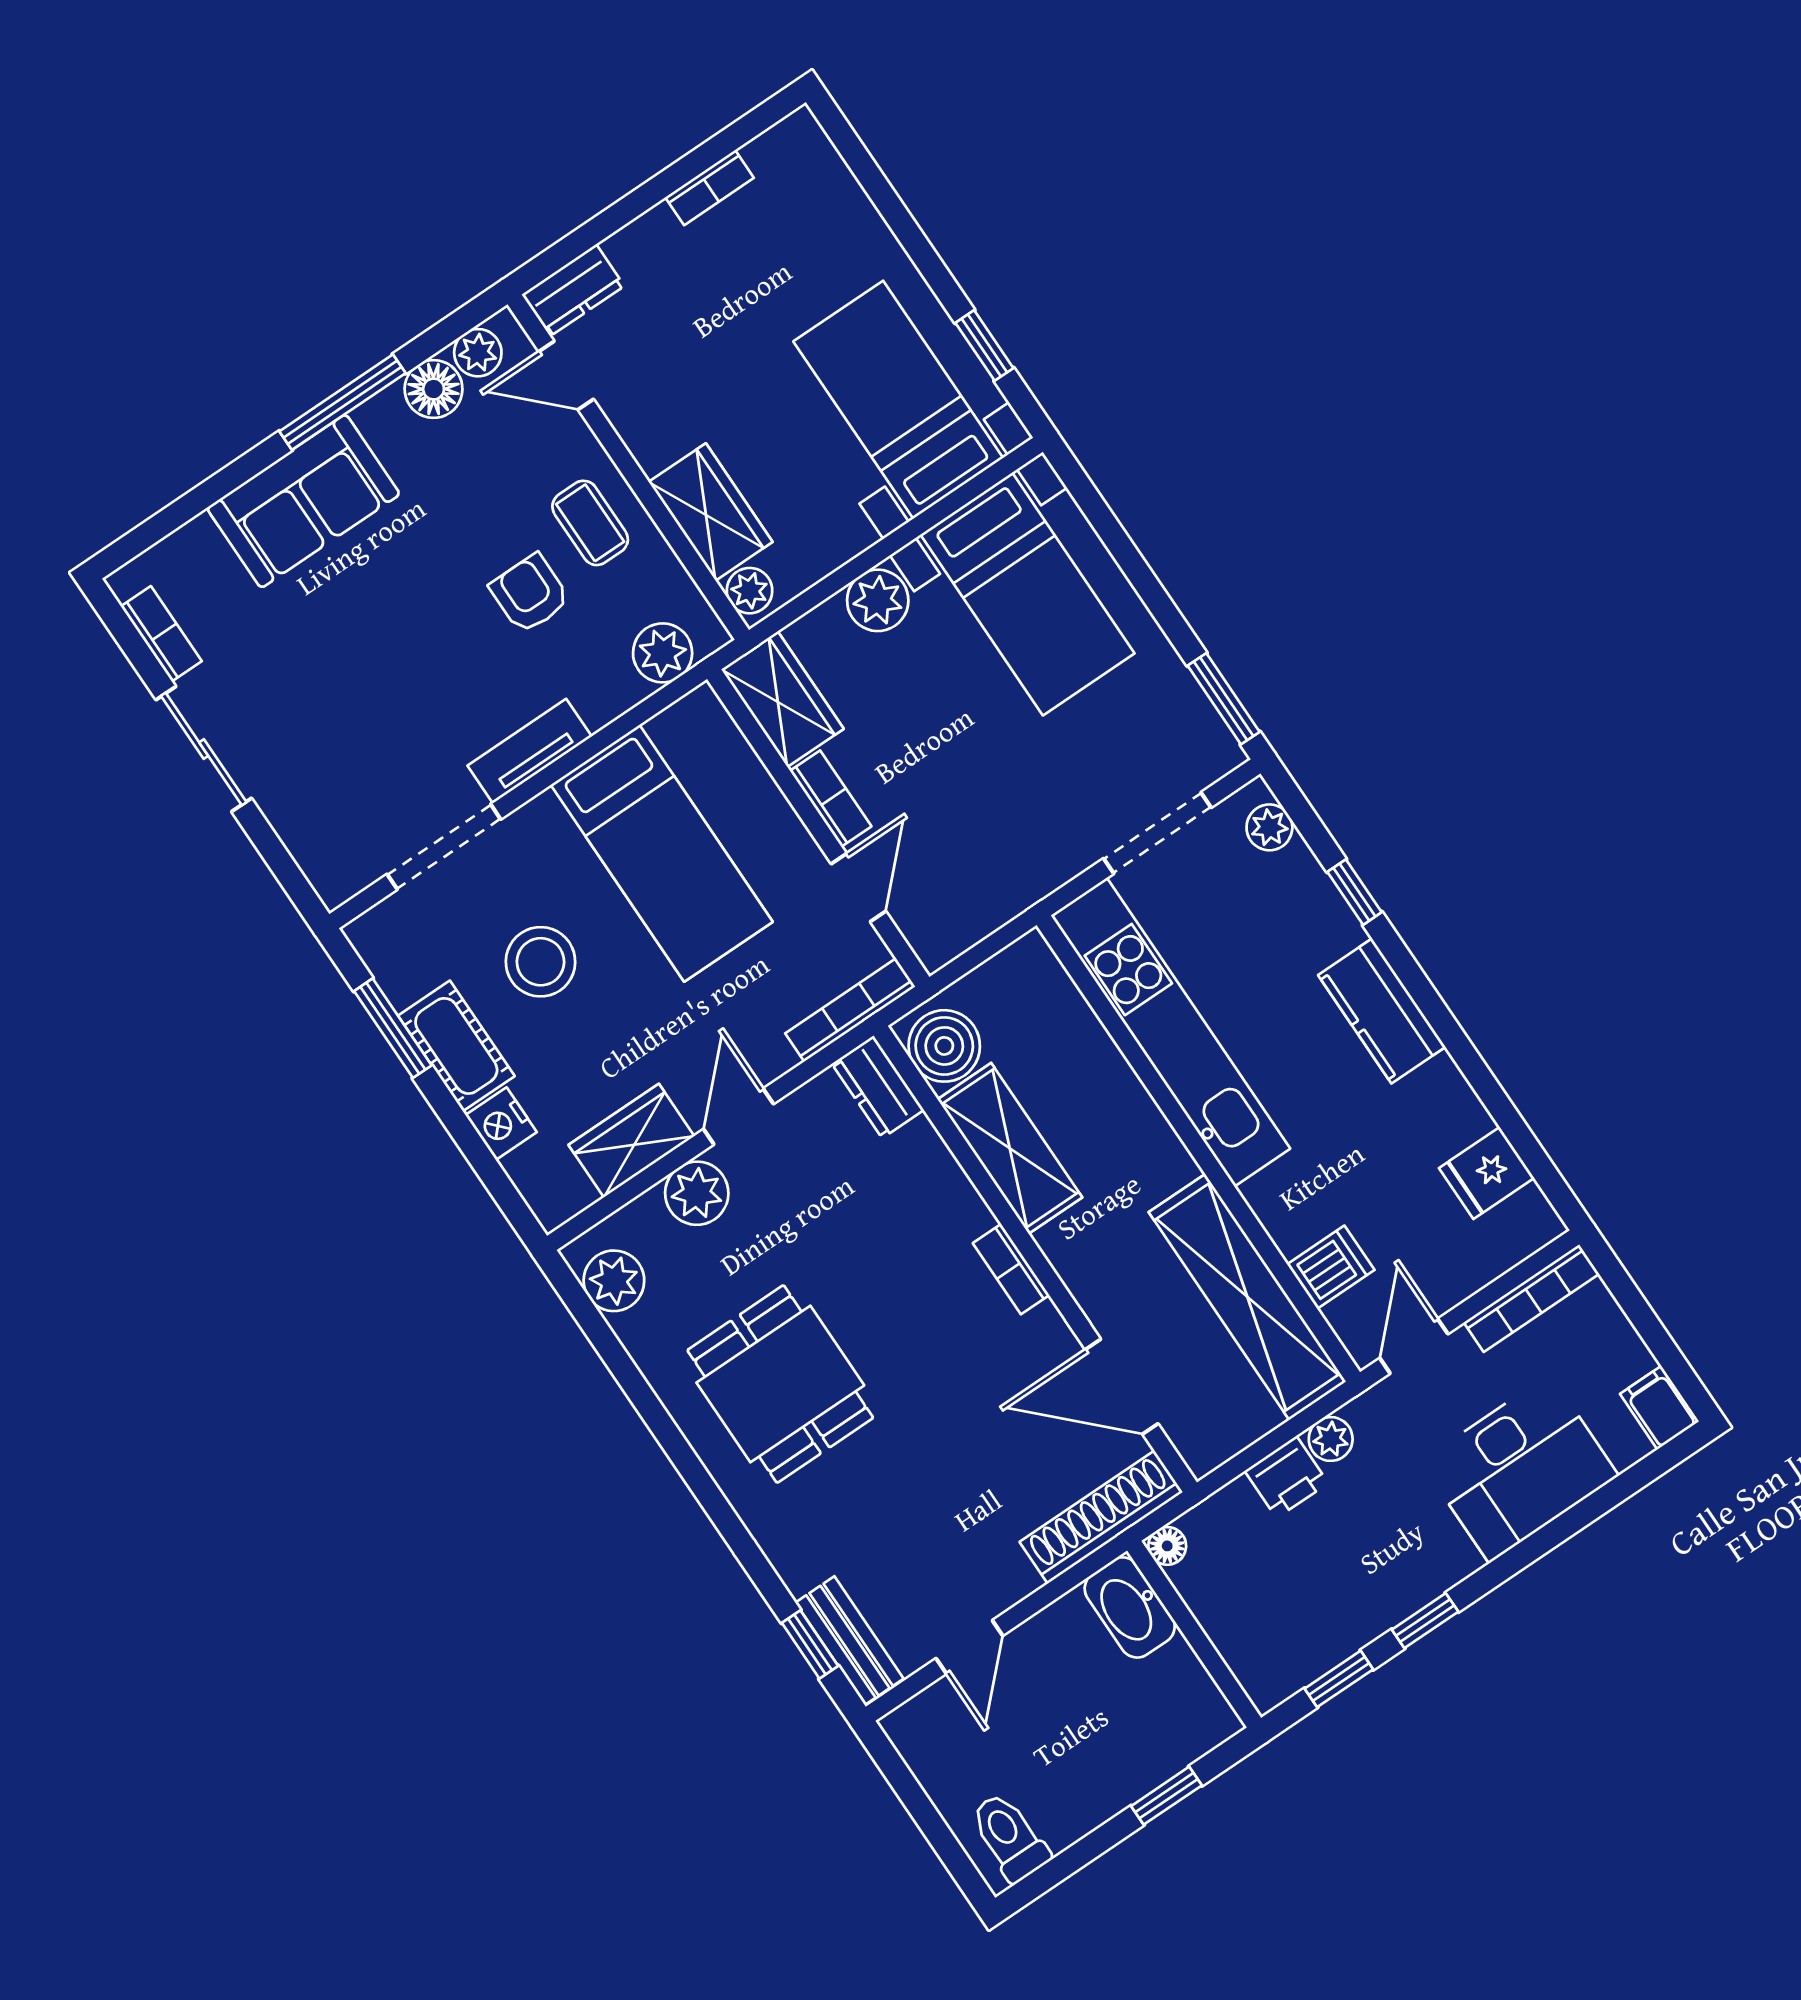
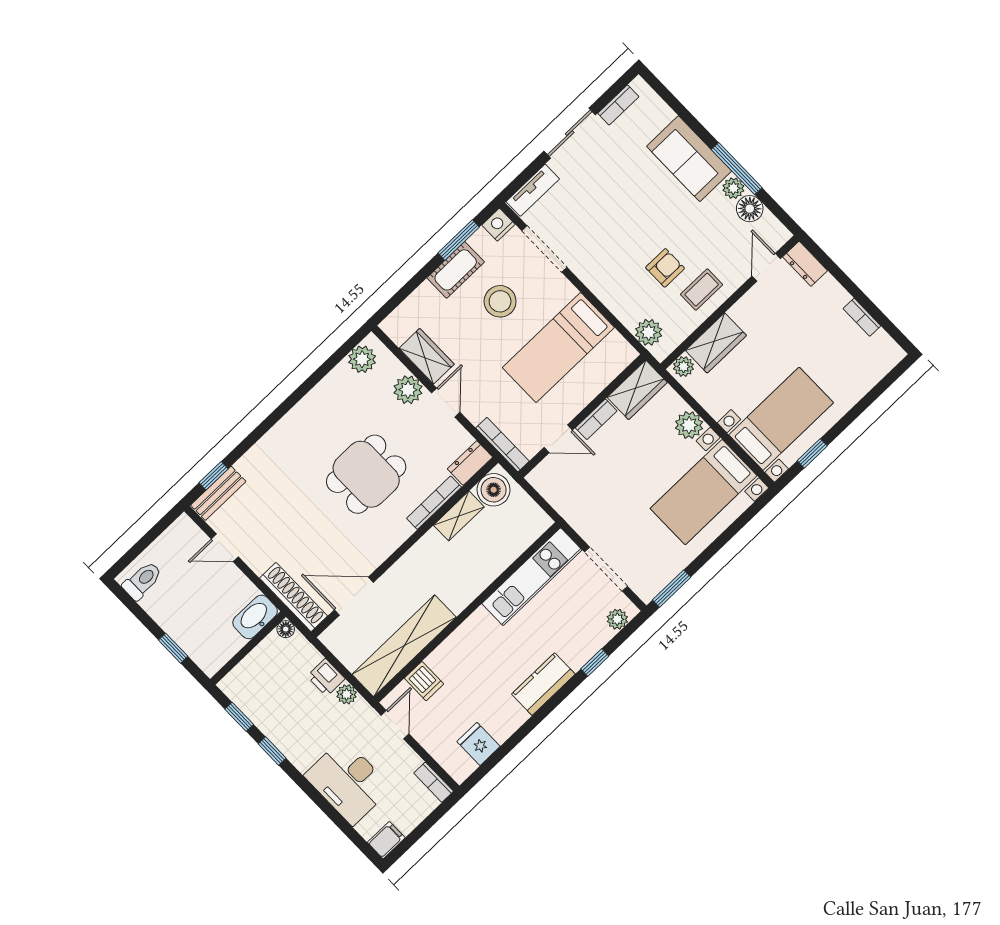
plant: (478, 353) -> (733, 188), moved
tv unit: (530, 751) -> (533, 190), moved, turned 90
kitchen unit: (1171, 1032) -> (532, 577), width x0.73
door: (738, 1117) -> (446, 403), hinge flipped
nightstand: (501, 1124) -> (498, 225), moved
shelving: (1010, 1148) -> (459, 516), width x0.67, depth x0.75
bookcase: (1011, 1269) -> (434, 503), moved, width x1.56
bookcase: (1532, 1298) -> (434, 782), width x0.64
door: (1414, 1346) -> (395, 725), hinge flipped
dining table: (780, 1384) -> (366, 474), moved
door: (1122, 1387) -> (354, 596), hinge flipped

